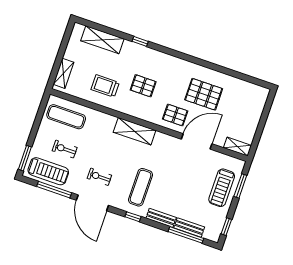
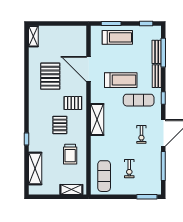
pallet: (175, 115) -> (73, 103), moved, turned 90
shelving: (237, 147) -> (33, 36), moved
treadmill: (48, 171) -> (121, 80), moved, turned 90

